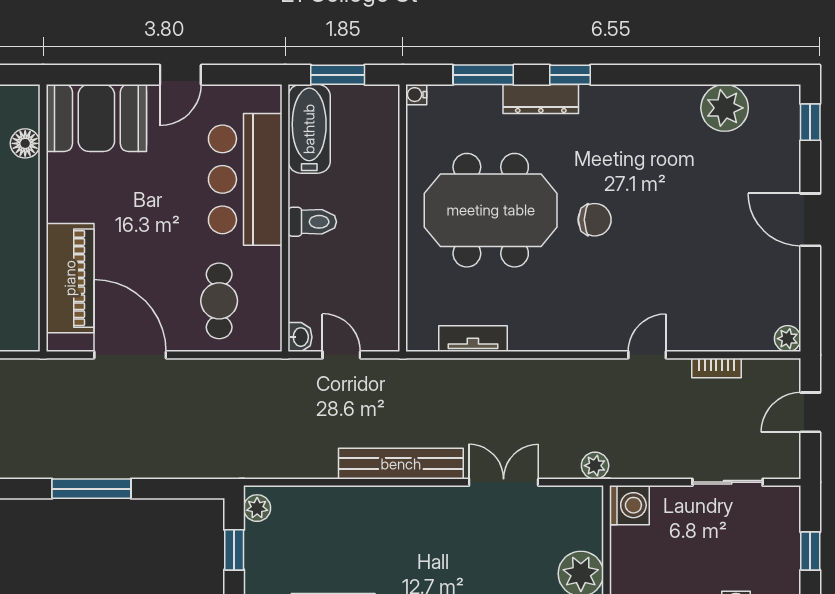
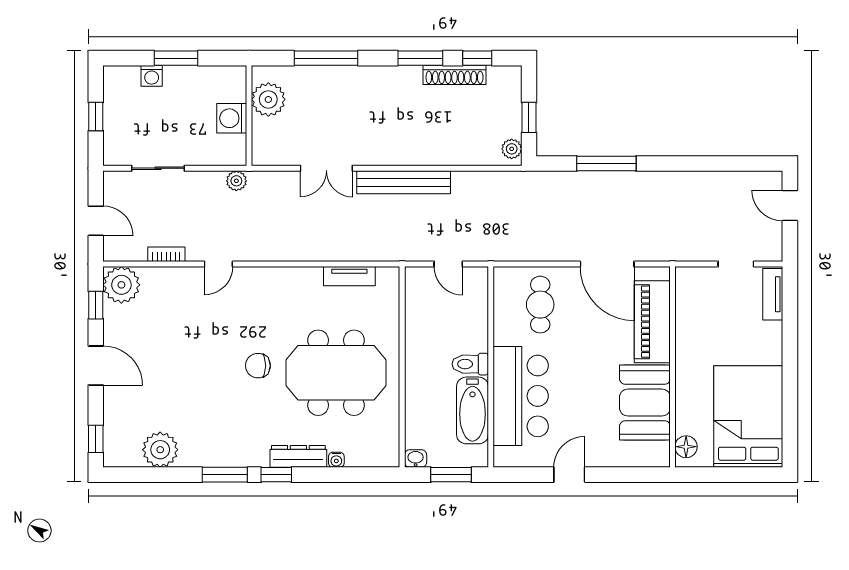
window: (483, 75) -> (225, 475), moved
water cooler: (416, 95) -> (336, 460), moved, turned 90
booth: (96, 118) -> (645, 403), moved, turned 90
bathtub: (309, 129) -> (472, 410), moved
floor lamp: (25, 143) -> (686, 447), moved
window: (810, 300) -> (96, 305), added
washbasin: (300, 337) -> (416, 459), moved, turned 90
plant: (788, 339) -> (121, 285), width x1.88, depth x1.88
door: (810, 412) -> (96, 221), hinge flipped
plant: (595, 466) -> (236, 181), moved
window: (91, 489) -> (606, 163), moved
washing machine: (629, 505) -> (232, 118), moved

